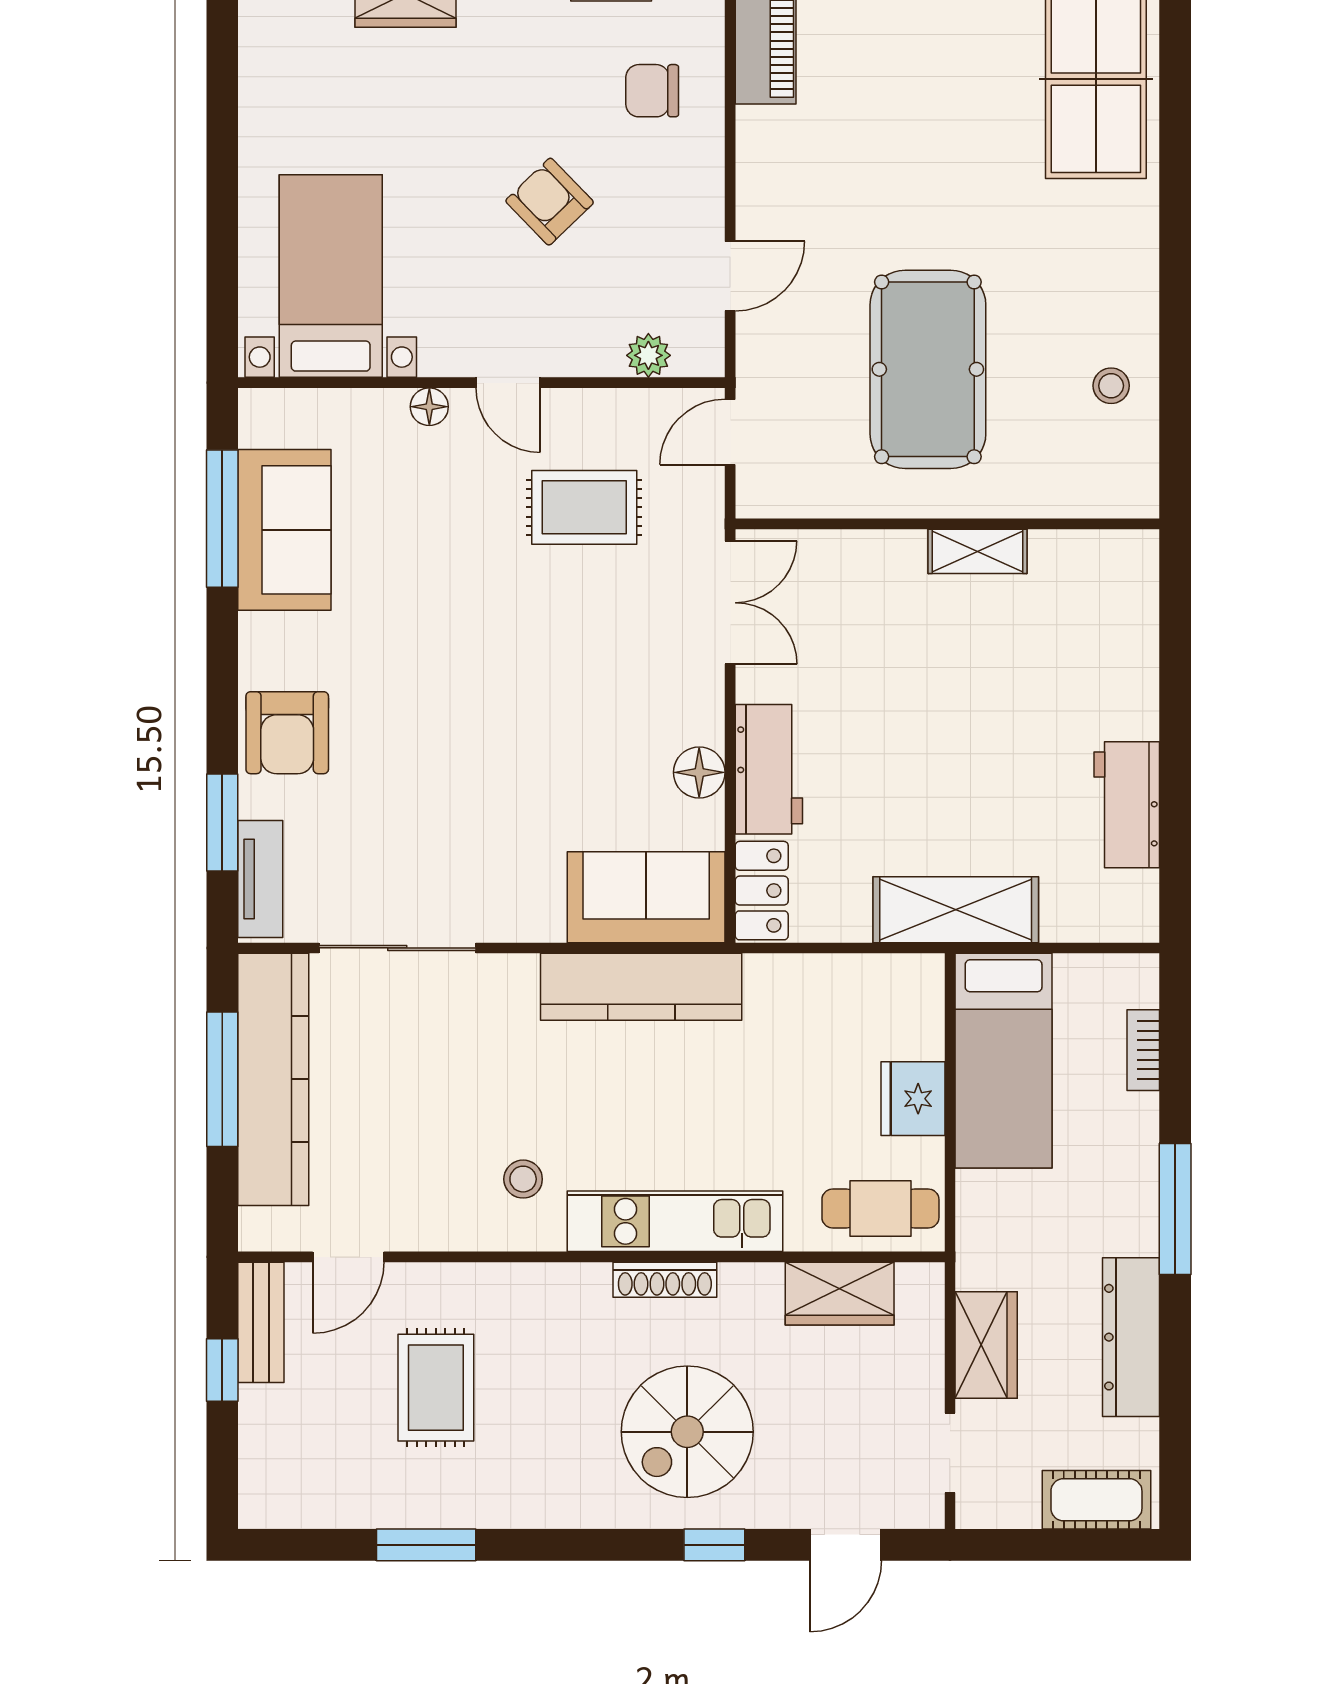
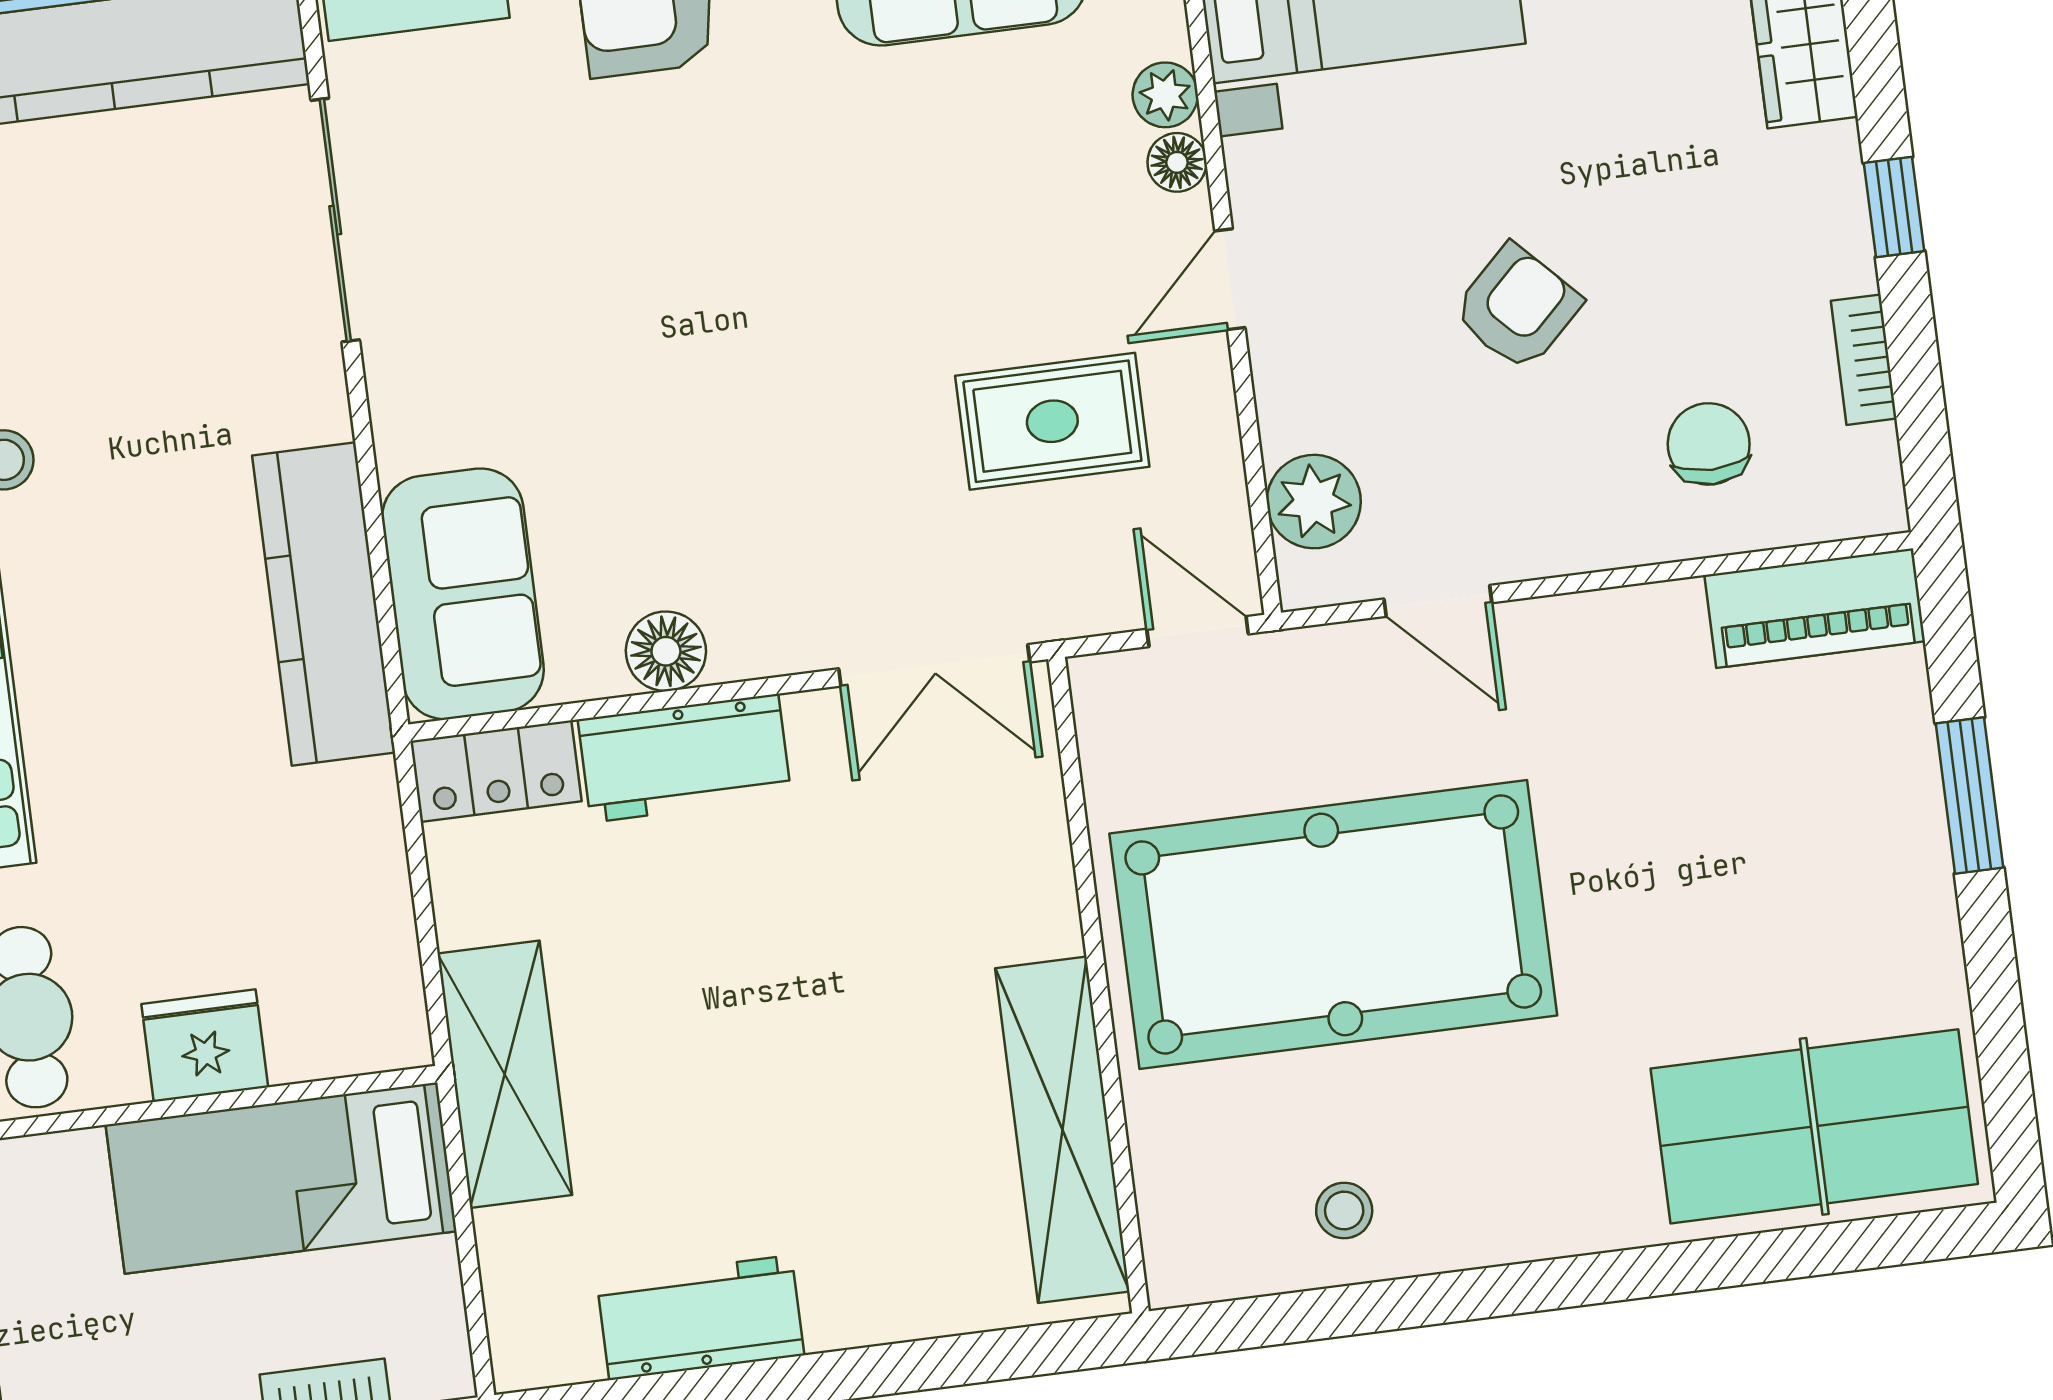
plant: (648, 355) -> (1314, 502), width x1.38, depth x1.38
pool table: (928, 369) -> (1333, 924), width x1.36, depth x1.32
plant: (385, 409) -> (1165, 95), added
rug: (584, 507) -> (1052, 421), turned 90
shelving: (977, 551) -> (1062, 1130), width x2.20, depth x1.33

